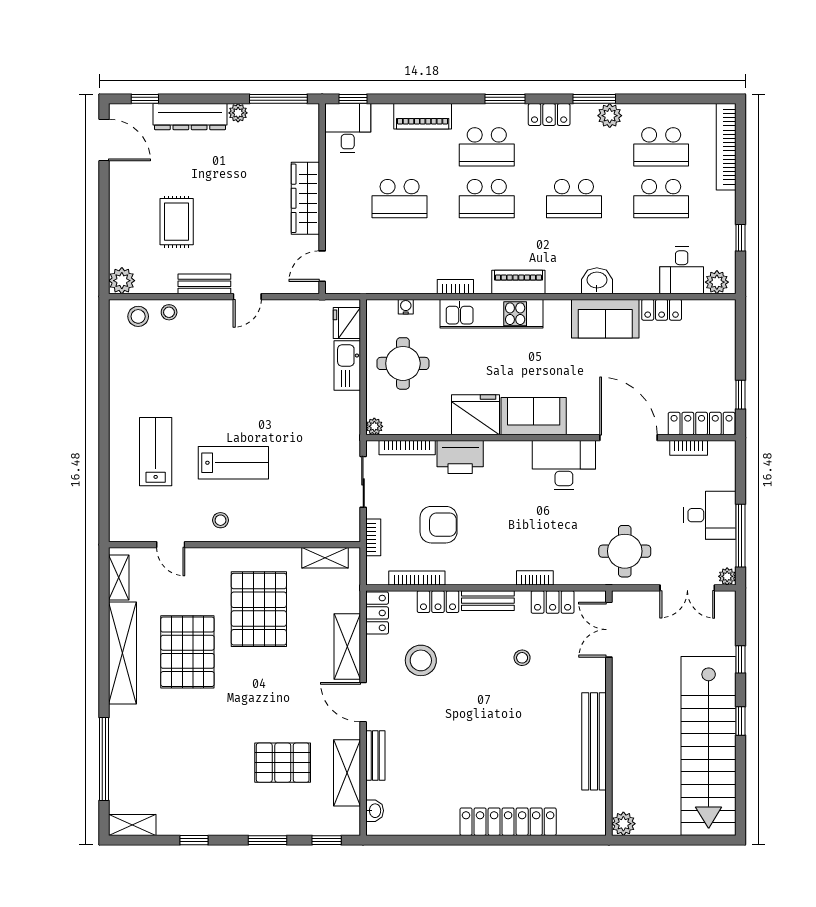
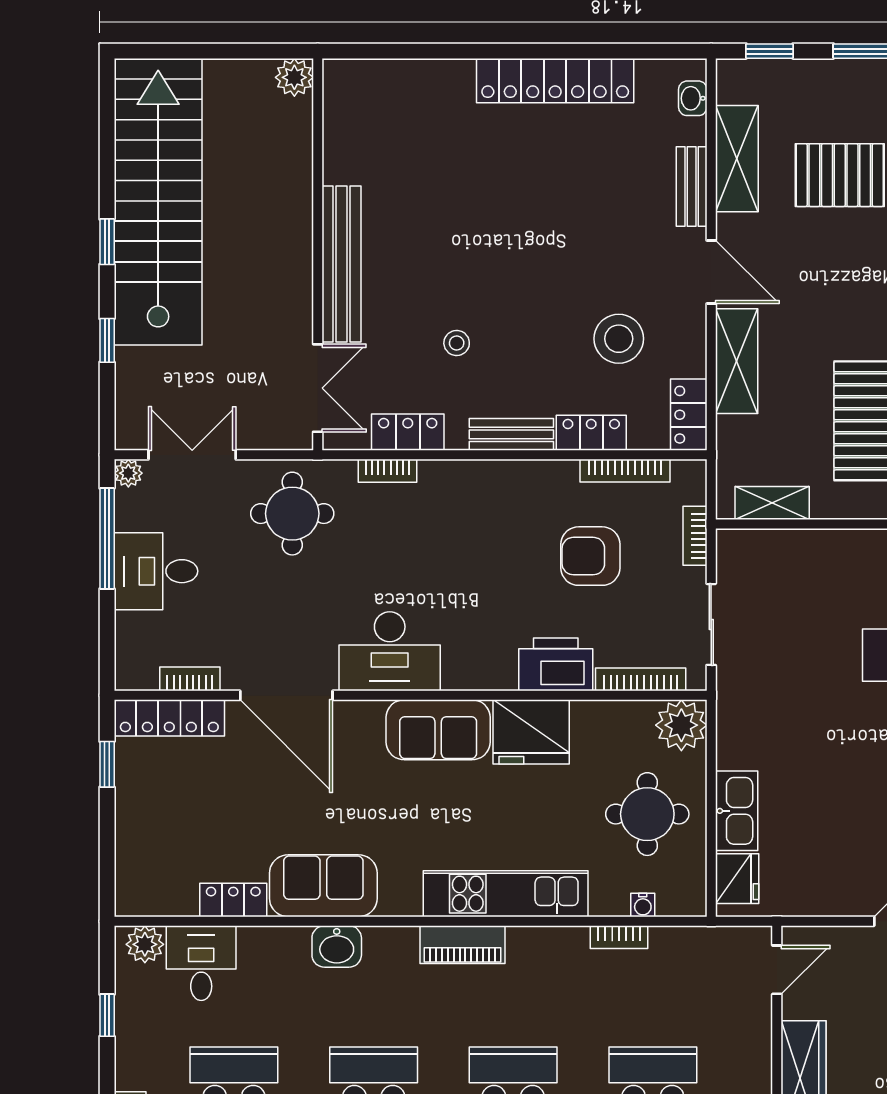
bookcase: (455, 287) -> (619, 937), moved
plant: (374, 426) -> (681, 725), width x1.88, depth x1.88
bookcase: (535, 578) -> (388, 471), moved
bench: (594, 741) -> (341, 264), moved
locker: (508, 822) -> (555, 81), moved

